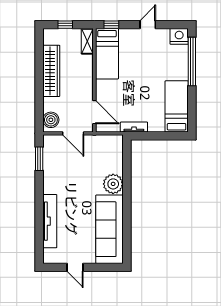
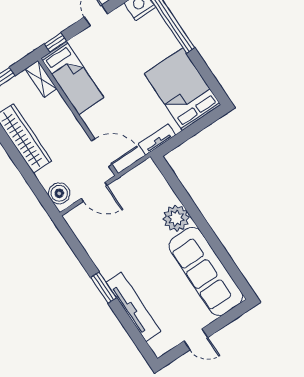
bed: (177, 106) -> (183, 89), width x1.50
window: (39, 159) -> (104, 288), moved

